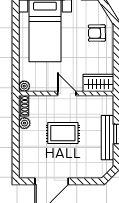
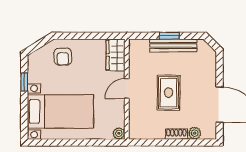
shoe rack: (24, 106) -> (176, 134), moved
plant: (24, 123) -> (195, 133), moved

